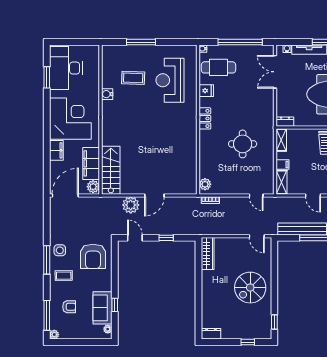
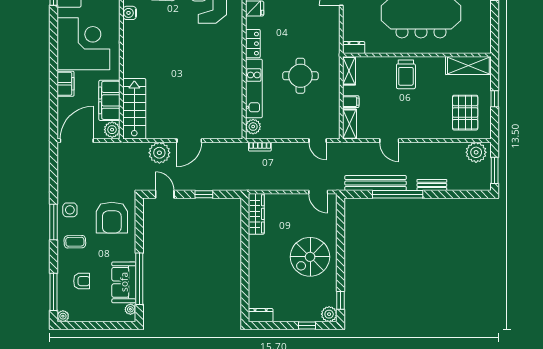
kitchen unit: (206, 154) -> (254, 88), added
window: (115, 305) -> (139, 279), width x3.17
plant: (265, 333) -> (329, 314), added

